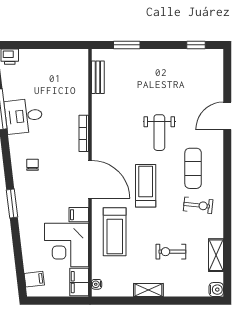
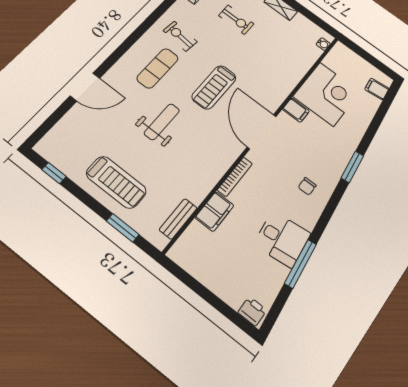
treadmill: (115, 232) -> (116, 182), moved, turned 90
filing cabinet: (79, 282) -> (214, 211), moved

